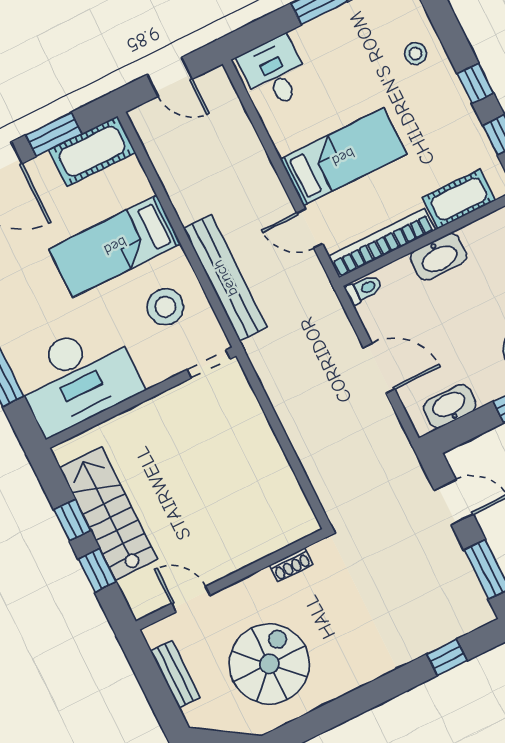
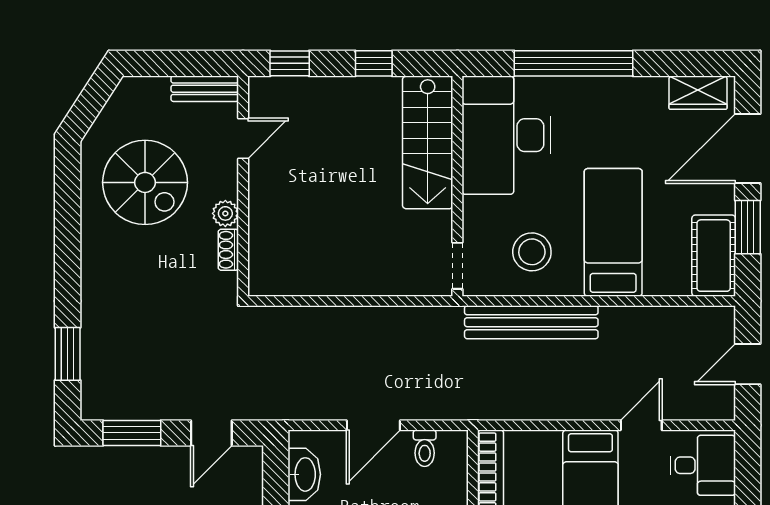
door: (310, 228) -> (641, 425), moved
toilet: (364, 289) -> (425, 448), moved
stairs: (109, 514) -> (428, 142), moved, turned 90
window: (97, 570) -> (290, 63), moved
plant: (262, 583) -> (225, 213), added
window: (447, 657) -> (68, 354), width x1.50
bench: (175, 674) -> (205, 89), moved

